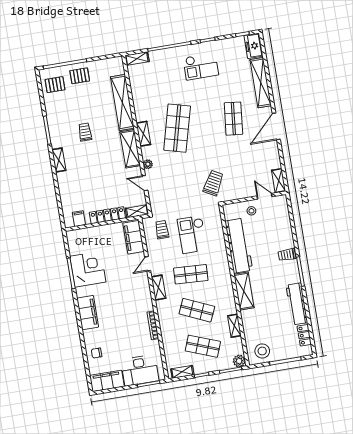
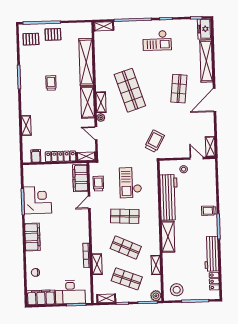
shop shelf: (177, 128) -> (130, 90), turned -33
shelving: (143, 134) -> (101, 102), moved
shelving: (59, 160) -> (26, 125), moved
trolley: (162, 230) -> (98, 184), moved
shelving: (159, 287) -> (97, 264), moved

